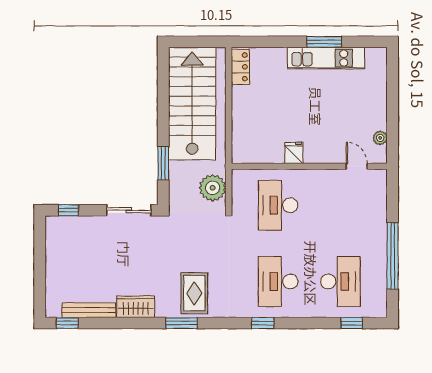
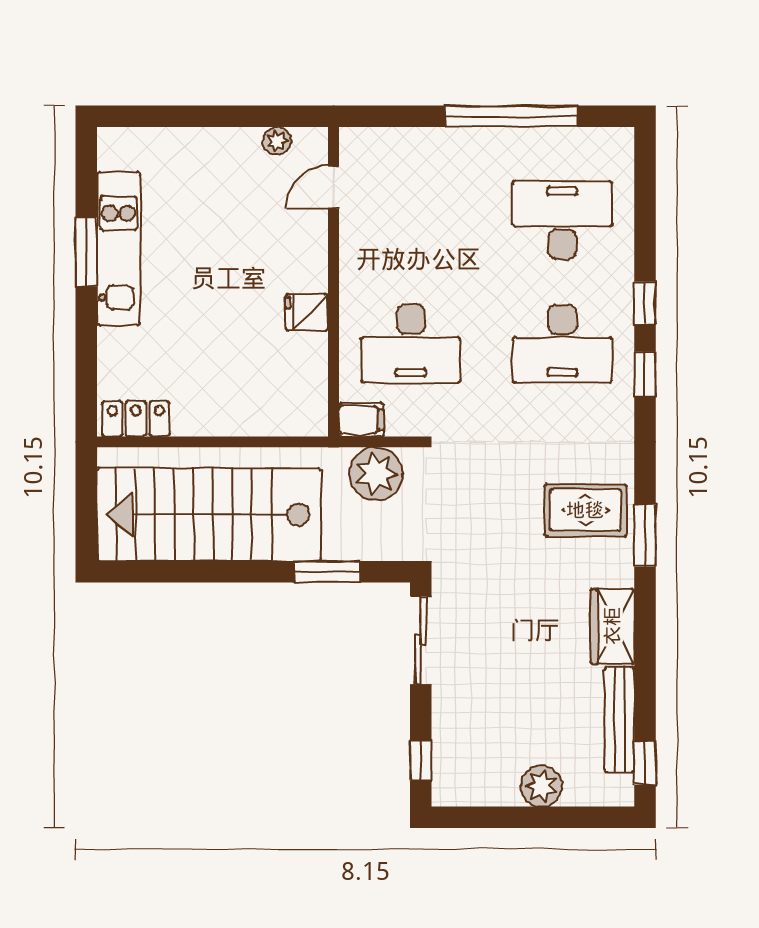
filing cabinet: (240, 180) -> (361, 420), added
plant: (55, 271) -> (541, 786), added
window: (352, 323) -> (645, 303), moved

